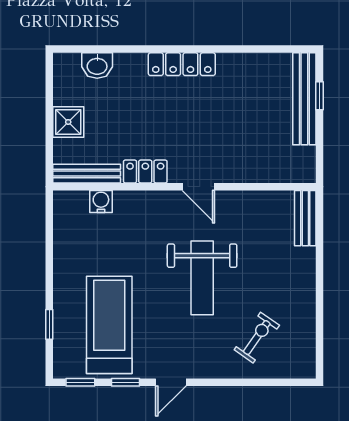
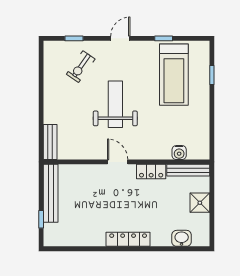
bench: (304, 99) -> (51, 193), moved
window: (80, 382) -> (74, 38), moved
door: (171, 382) -> (120, 38), moved

